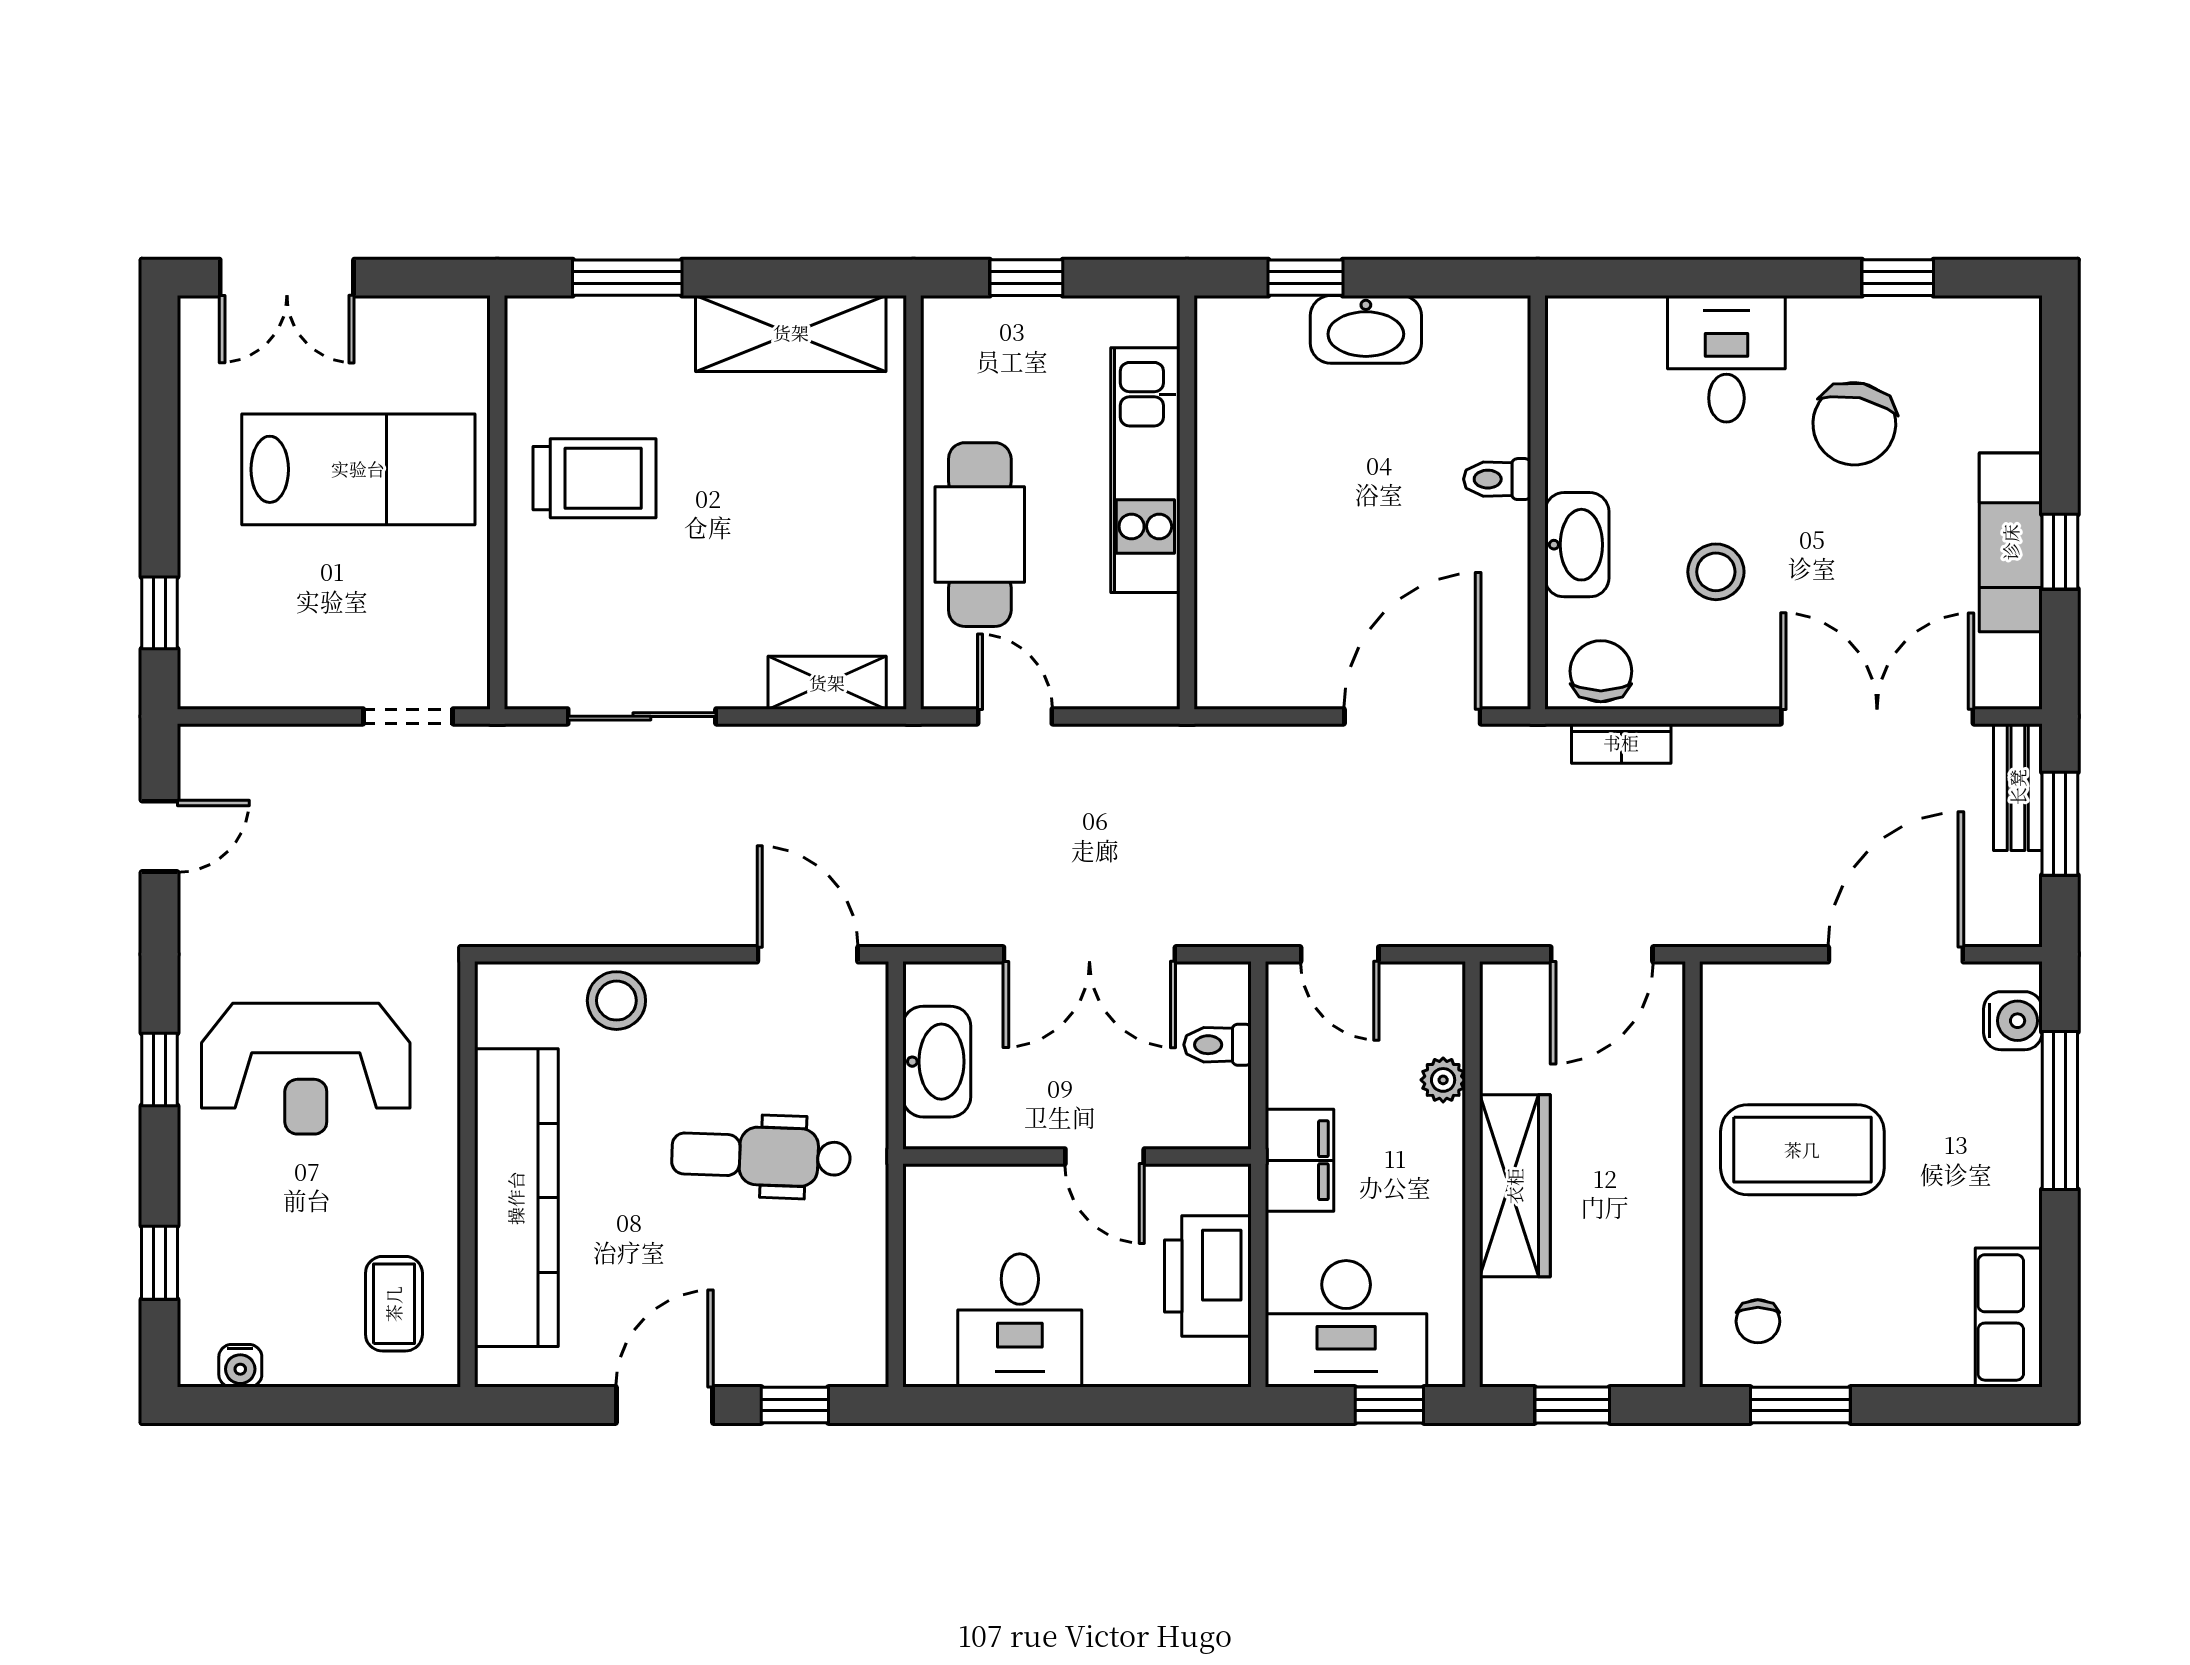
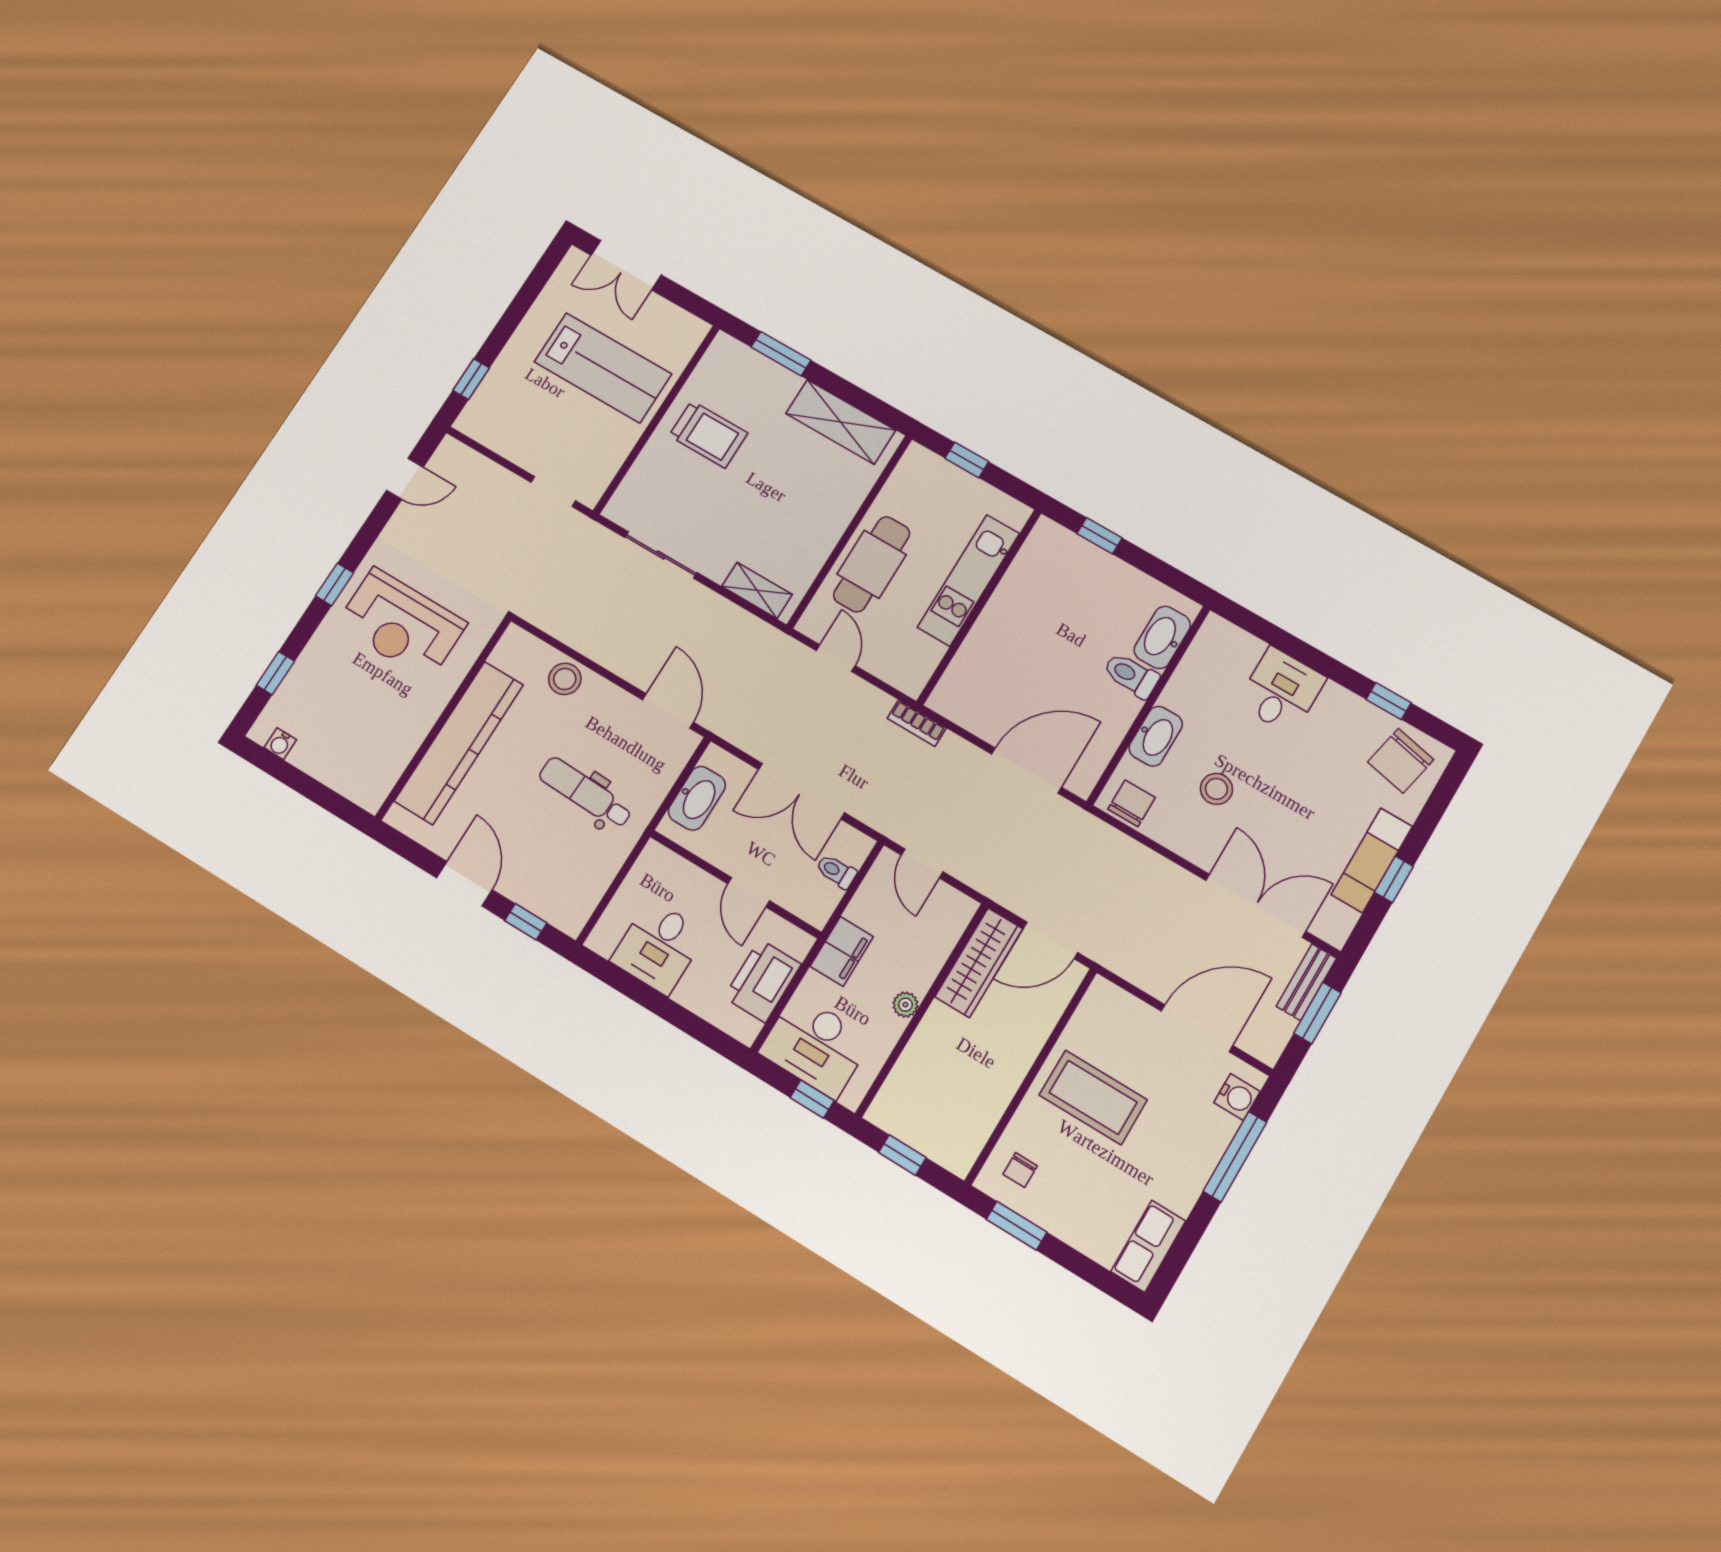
washbasin: (1366, 329) -> (1162, 637), moved, turned 90
chair: (1854, 424) -> (1401, 761), moved
toilet: (1497, 479) -> (1131, 675), width x1.37, depth x1.39
bookcase: (1621, 743) -> (917, 723), moved
plant: (1443, 1080) -> (905, 1005), moved
wardrobe: (1515, 1186) -> (979, 963), moved
coffee table: (394, 1304) -> (370, 758), removed
door: (665, 1405) -> (464, 884), hinge flipped

